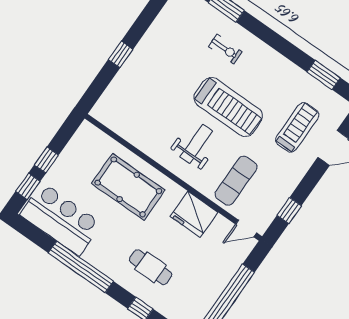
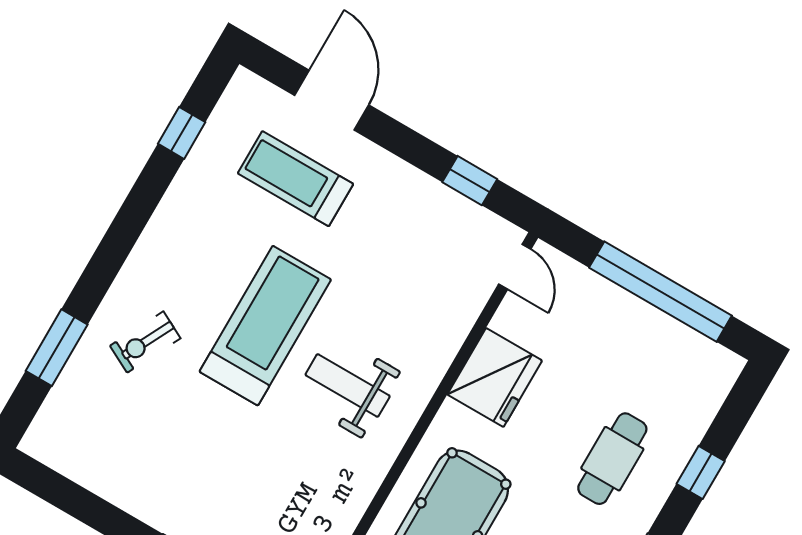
exercise bike: (225, 49) -> (145, 342), turned -153
window: (324, 75) -> (182, 133), width x0.67
exercise mat: (236, 181) -> (417, 296), removed

